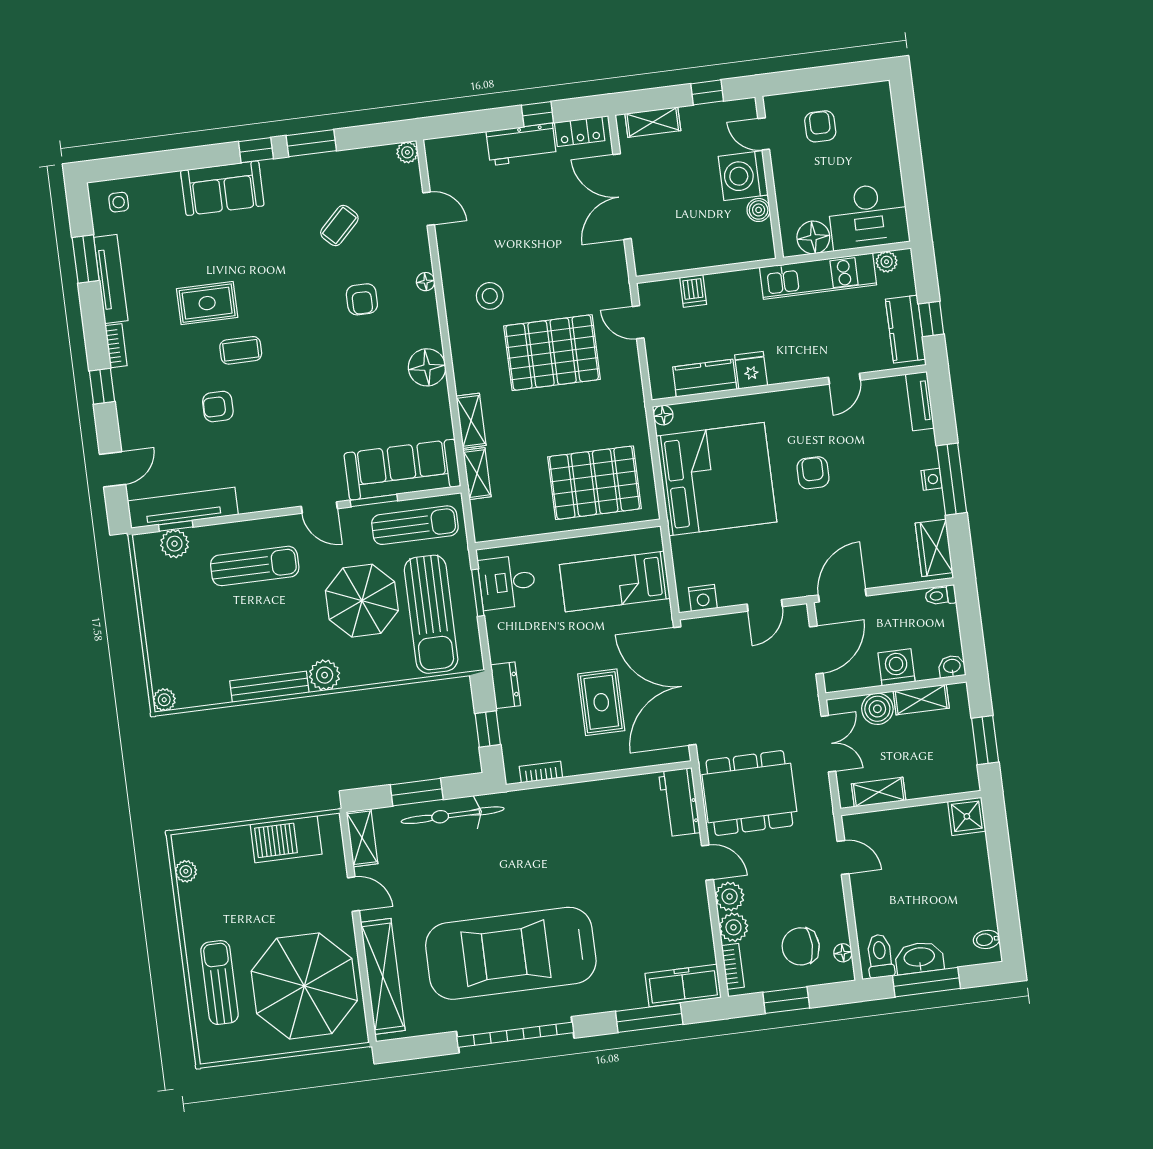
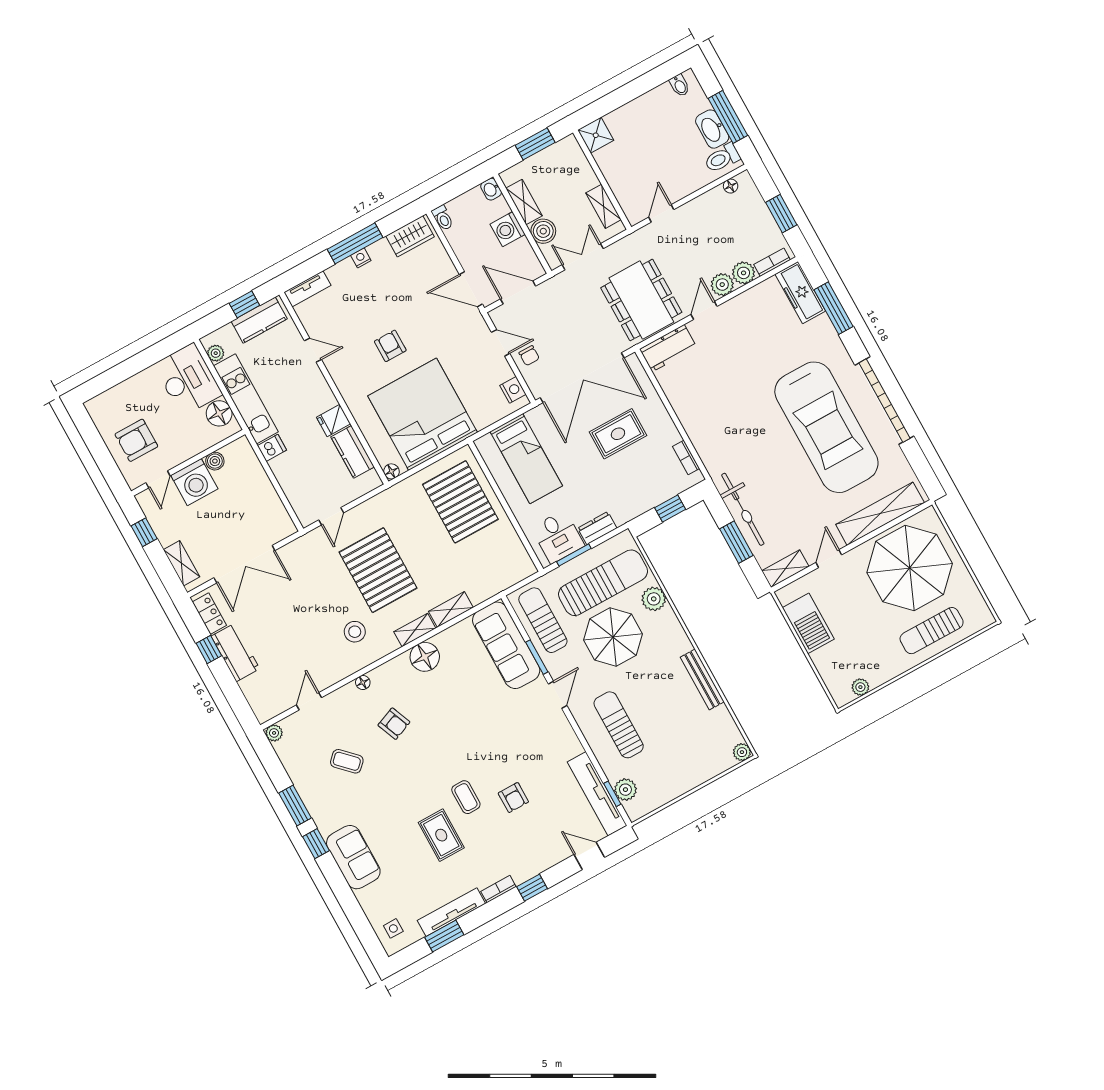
armchair: (820, 126) -> (136, 440), width x1.38, depth x1.38
dishwasher: (693, 291) -> (272, 448), moved
armchair: (362, 299) -> (394, 724), turned 68
armchair: (813, 473) -> (390, 346), turned 90
shelving: (477, 474) -> (415, 630), moved
plant: (325, 675) -> (654, 599), moved
dresser: (505, 685) -> (597, 528), moved
chair: (801, 946) -> (529, 356), moved, width x0.54, depth x0.54

